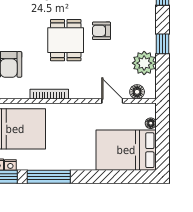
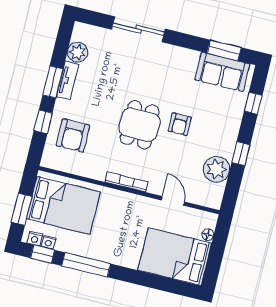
armchair: (101, 31) -> (180, 124), turned -90
floor lamp: (137, 92) -> (202, 198), removed
bookcase: (49, 94) -> (126, 182), moved

